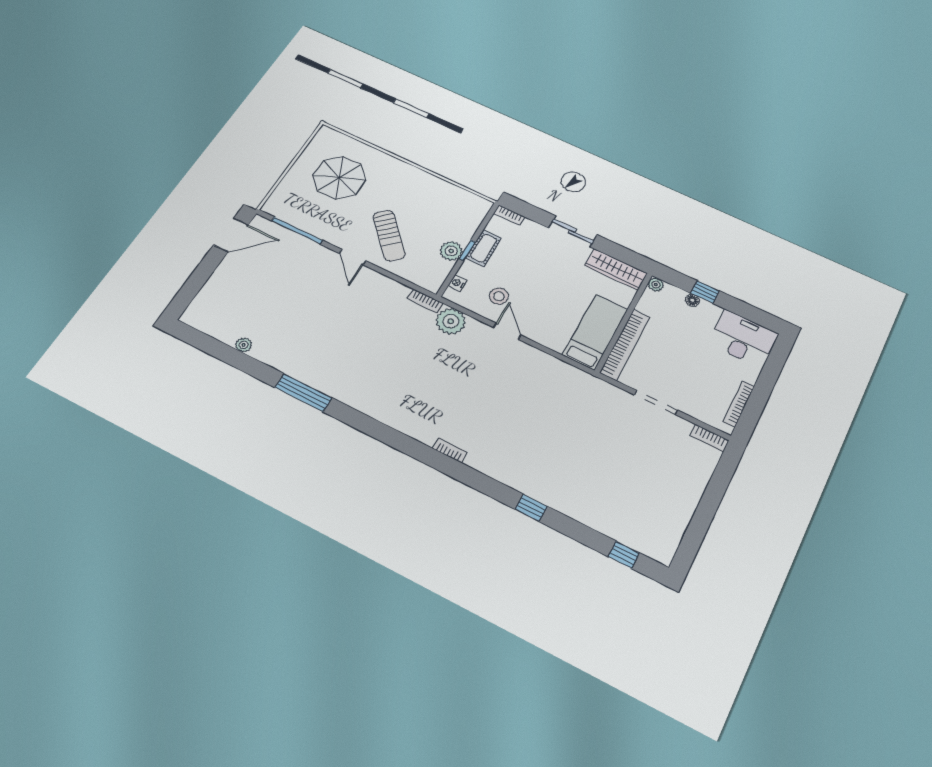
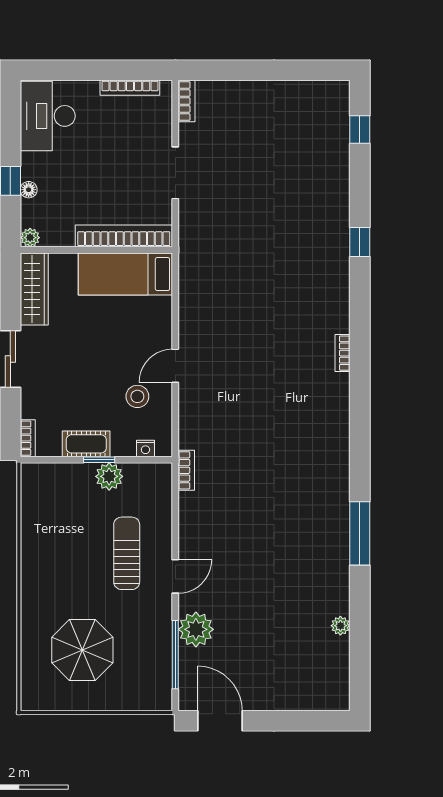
sun lounger: (389, 235) -> (127, 553), turned -47
plant: (451, 321) -> (196, 629), moved

